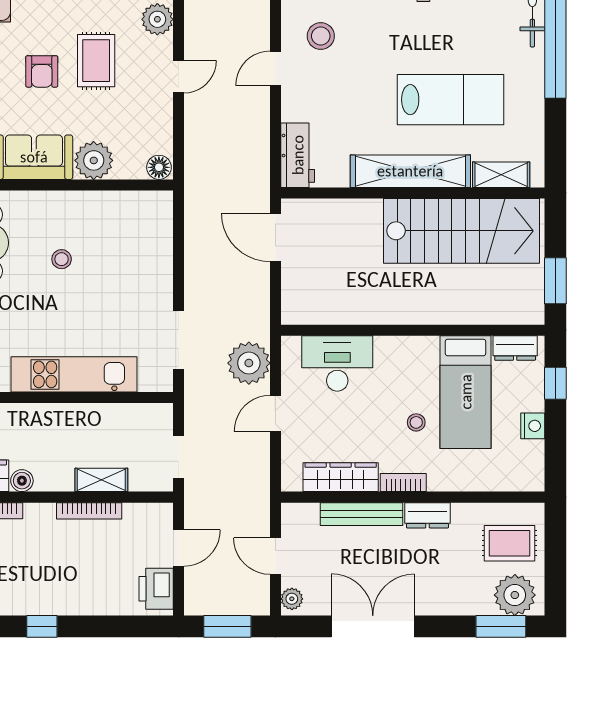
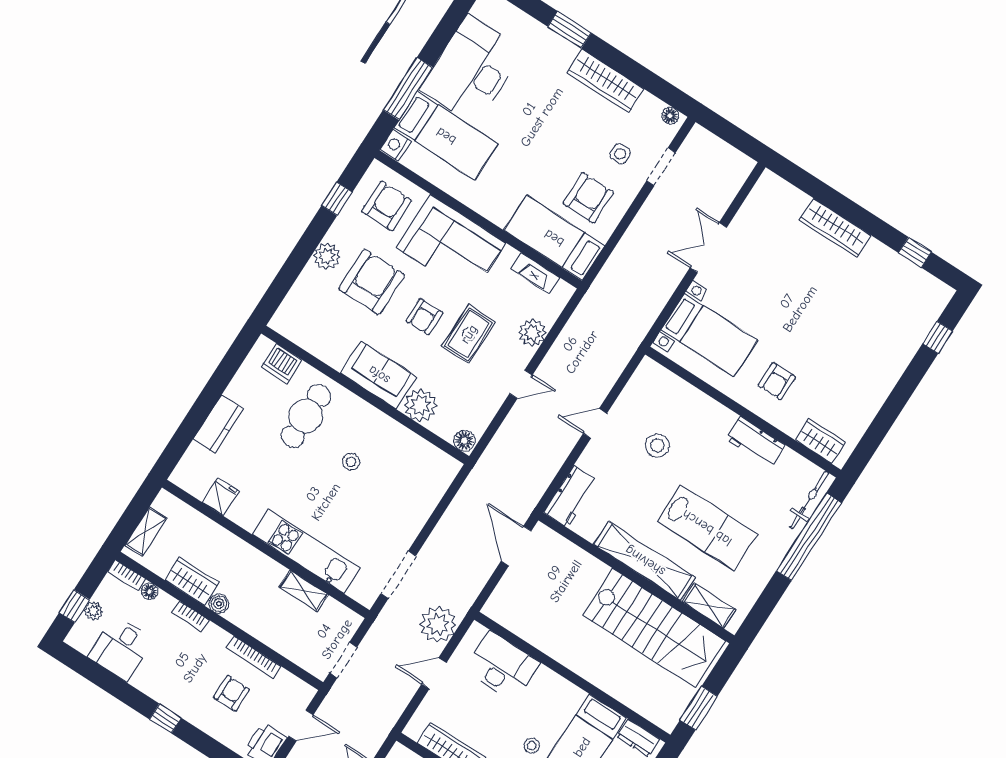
stool: (321, 36) -> (657, 446), moved
shelving: (101, 480) -> (304, 591), moved
armchair: (91, 560) -> (231, 693), added

